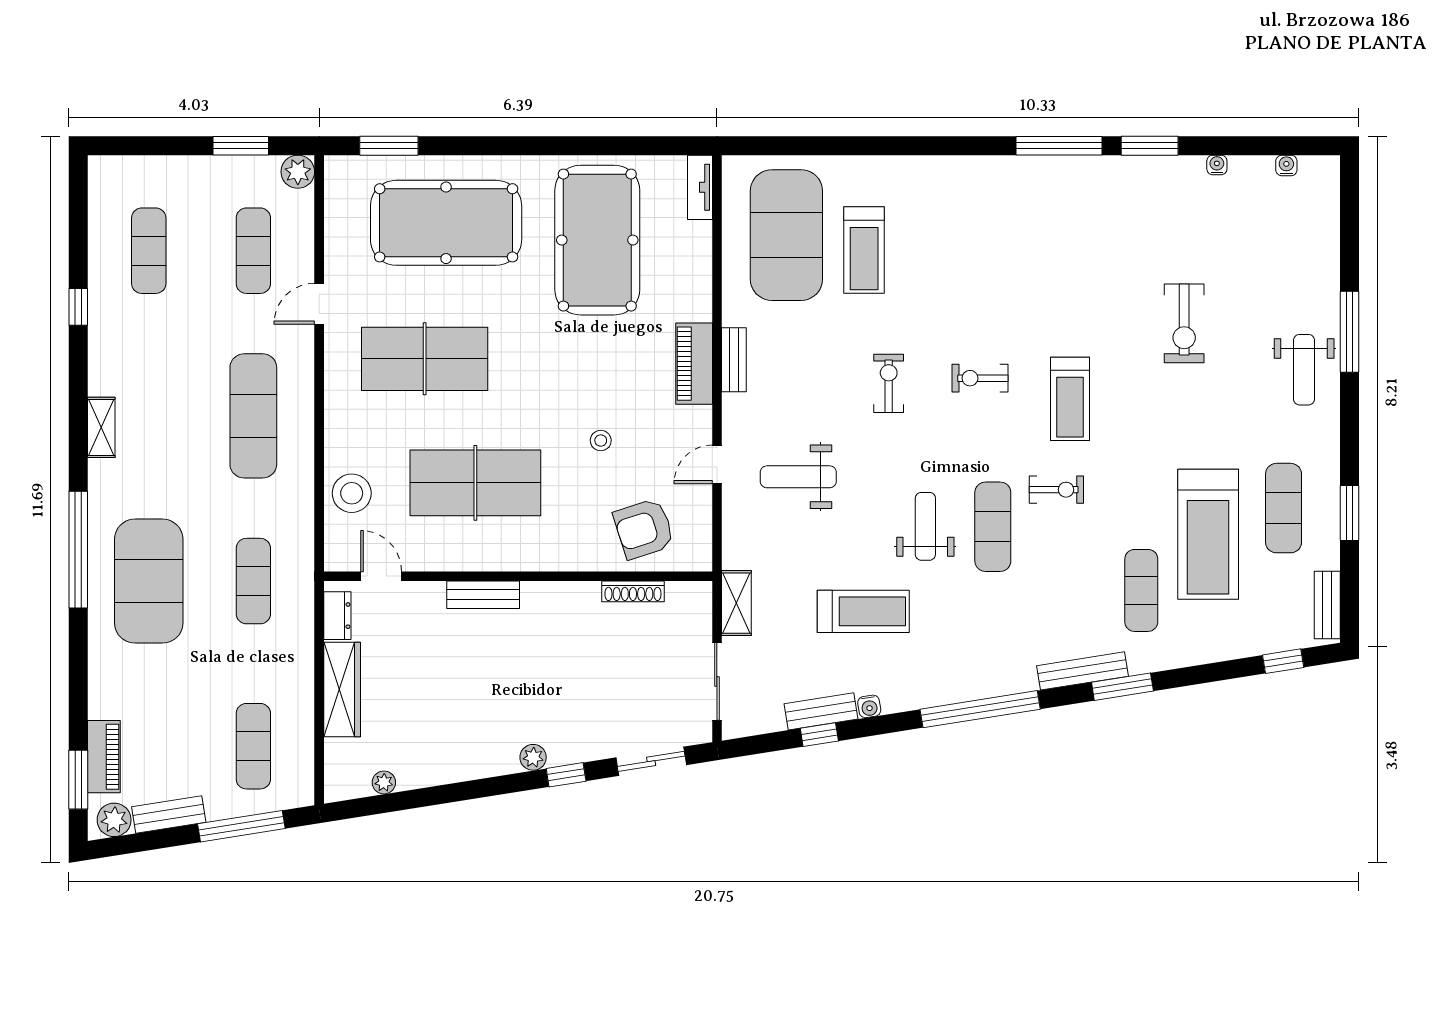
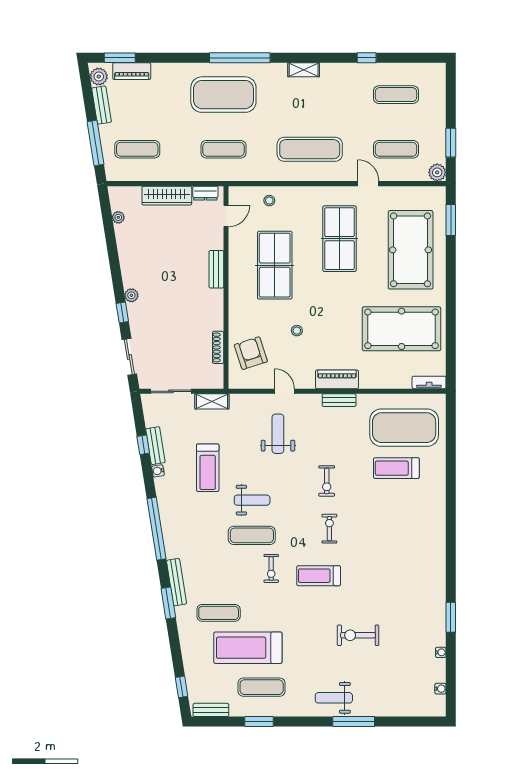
window: (1059, 146) -> (451, 570), removed
exercise bike: (889, 383) -> (327, 481), turned 90
stool: (352, 493) -> (269, 201), width x0.53, depth x0.53

